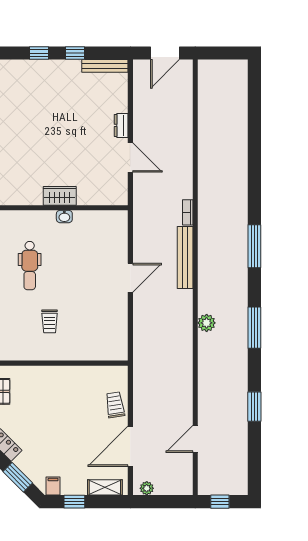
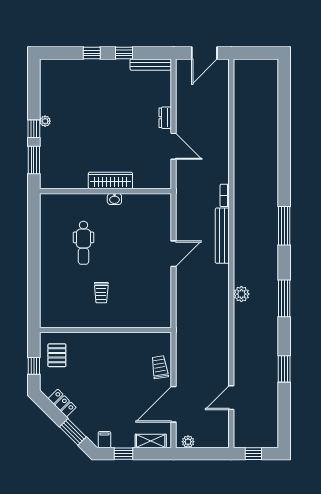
wardrobe: (60, 196) -> (110, 181), width x1.50

